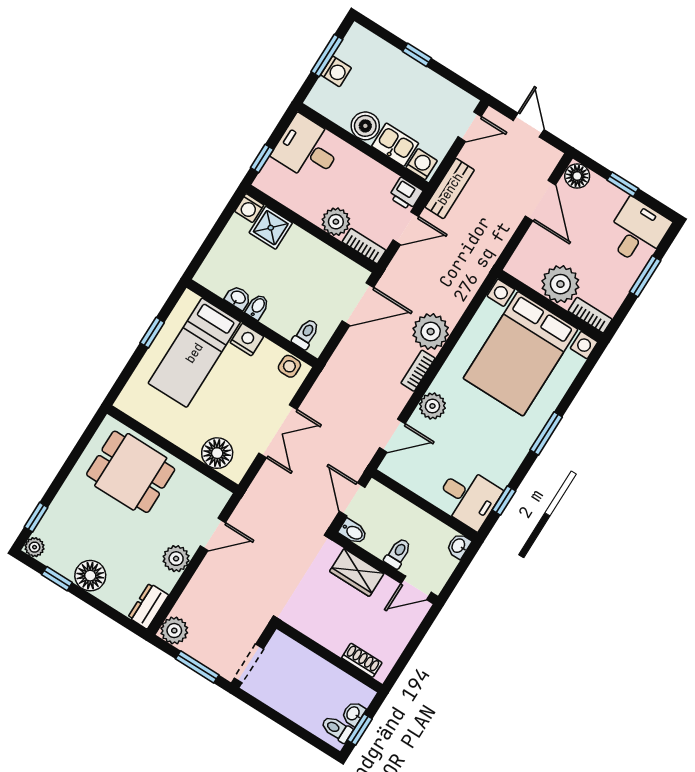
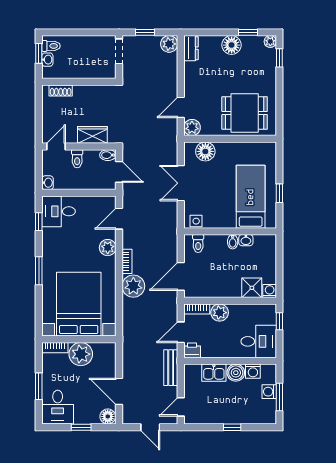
washing machine: (422, 164) -> (253, 371), moved
nightstand: (247, 340) -> (227, 221), removed
plant: (176, 559) -> (192, 127), moved
window: (197, 667) -> (145, 32), width x0.67

